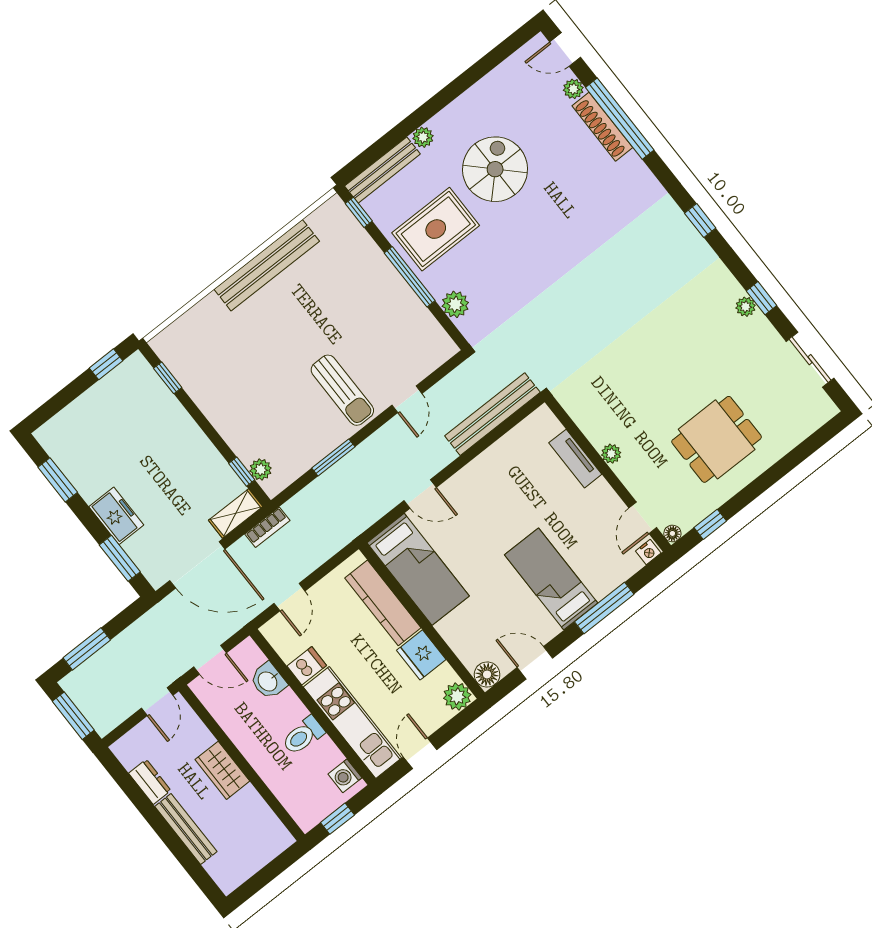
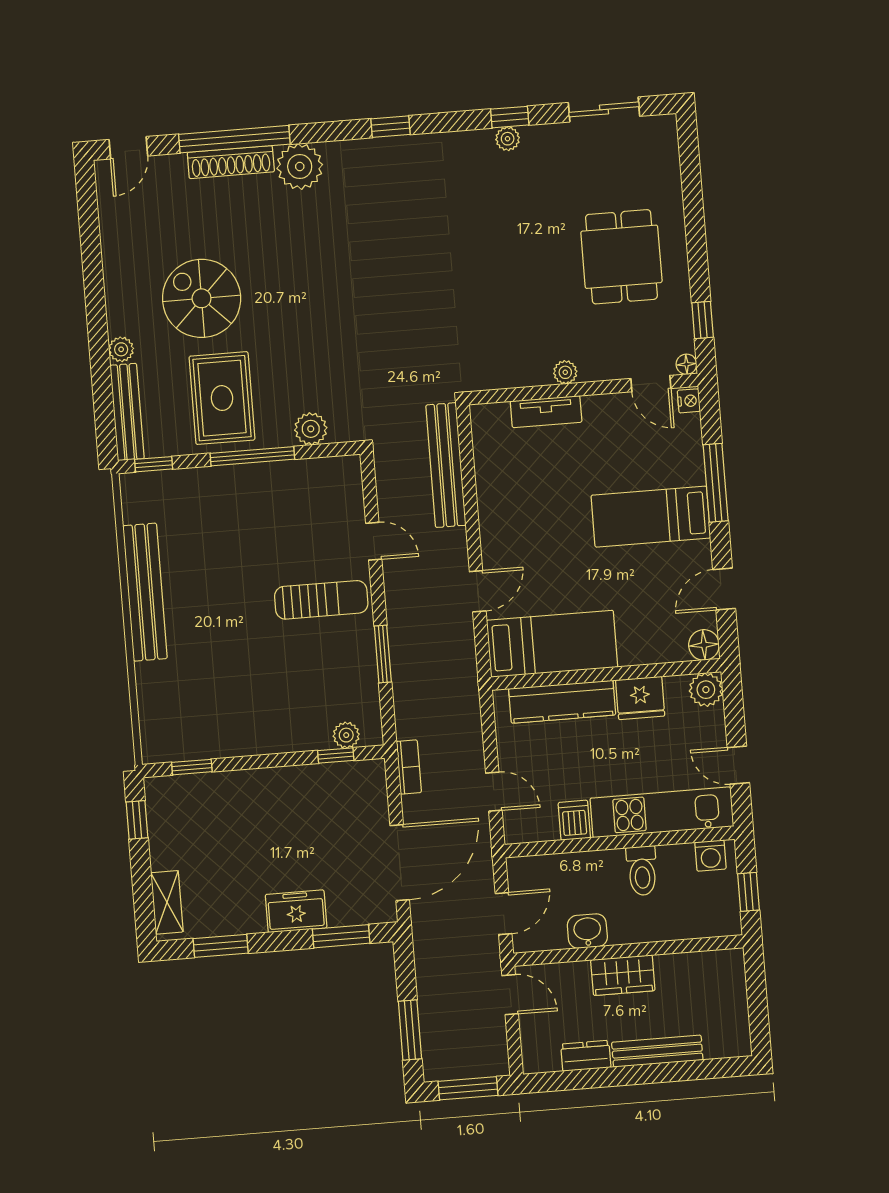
plant: (573, 89) -> (300, 167), moved, width x1.88, depth x1.88
shelving: (236, 513) -> (167, 902), moved
washbasin: (268, 681) -> (587, 931), moved, turned 180

